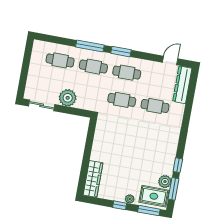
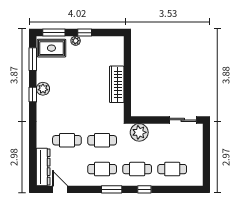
window: (90, 46) -> (144, 189), width x0.46
door: (170, 61) -> (60, 189), swing flipped
plant: (68, 98) -> (139, 132), moved
window: (178, 165) -> (33, 95), moved
wardrobe: (93, 179) -> (117, 84), moved
plant: (165, 182) -> (43, 89), moved

